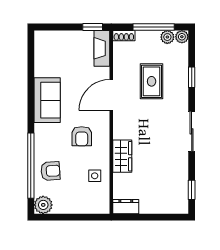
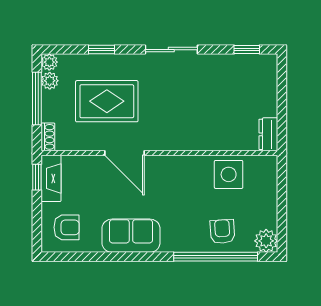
fireplace: (102, 48) -> (51, 178), moved, turned -90
rug: (152, 81) -> (107, 101), width x1.36, depth x1.43
armchair: (82, 136) -> (67, 227), moved
wardrobe: (122, 156) -> (203, 139), removed
side table: (95, 176) -> (229, 174), width x1.87, depth x1.87

